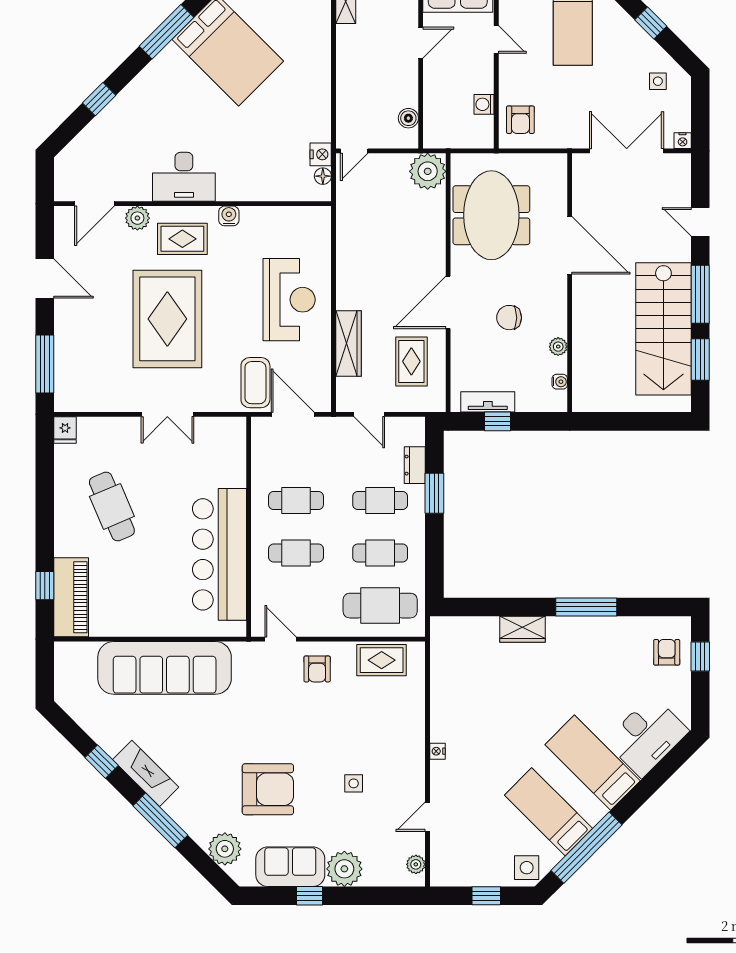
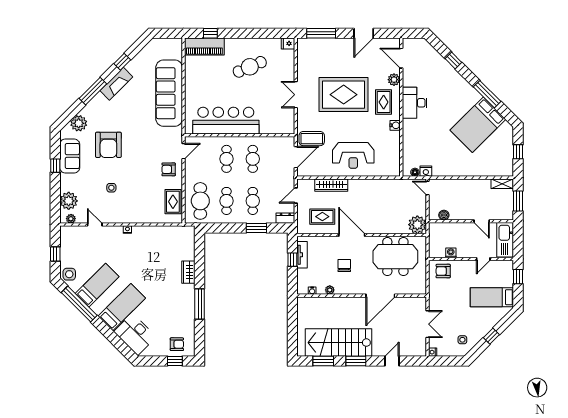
double door: (627, 151) -> (428, 324), width x0.73
window: (700, 294) -> (356, 361), width x0.69
dresser: (415, 465) -> (285, 218), moved
plant: (344, 869) -> (69, 201), moved

